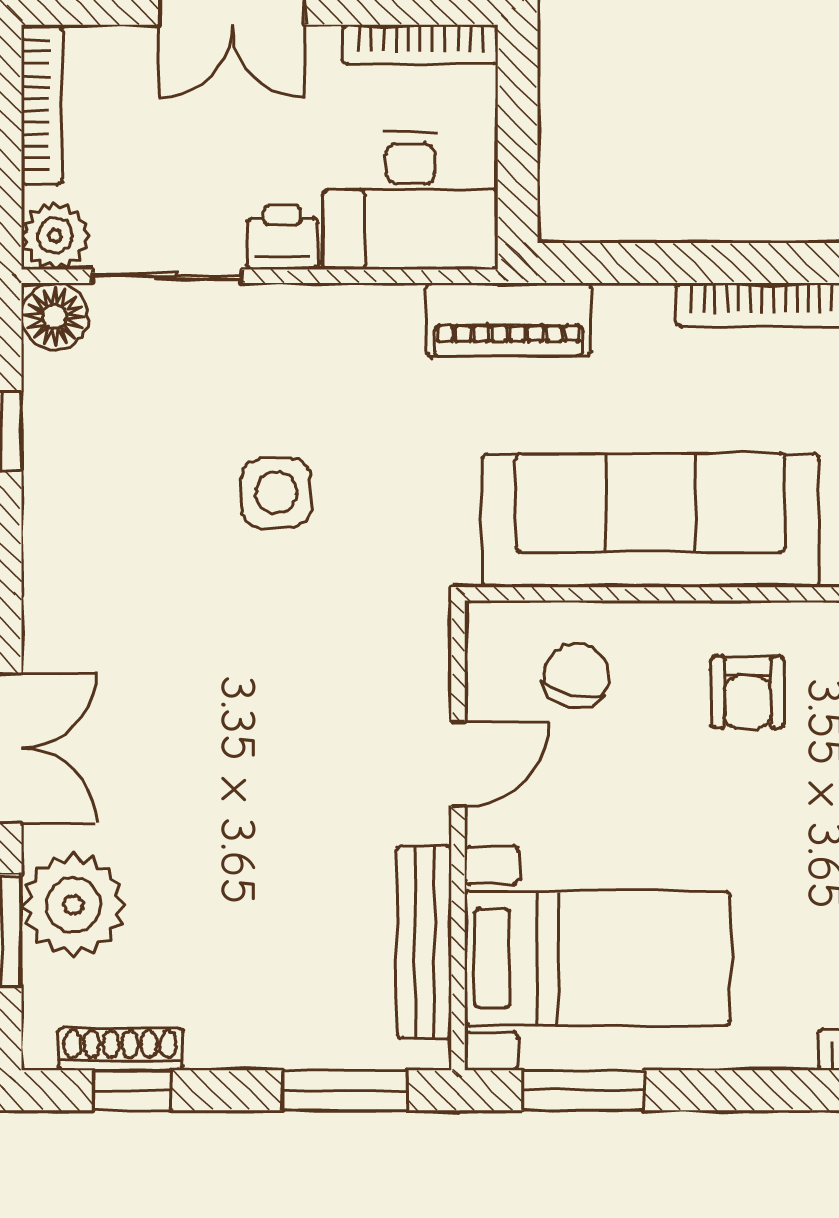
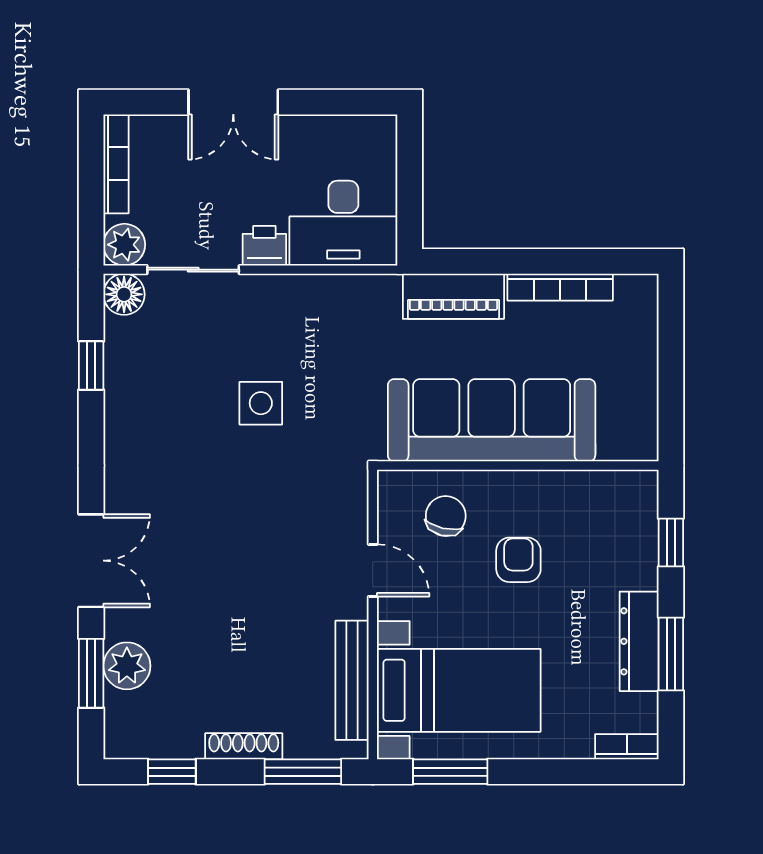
bookcase: (421, 44) -> (350, 127), removed
piano: (508, 320) -> (453, 296), moved
armchair: (748, 692) -> (518, 560), moved, turned 180
door: (458, 764) -> (373, 570), hinge flipped
plant: (73, 905) -> (127, 666), width x0.73, depth x0.73
shoe rack: (120, 1049) -> (244, 746), moved

